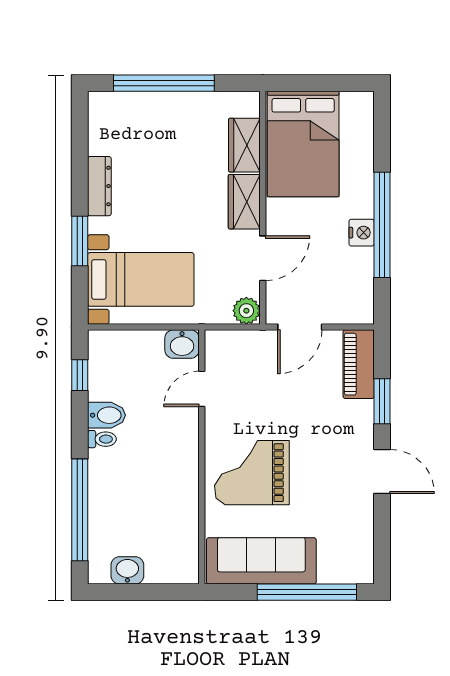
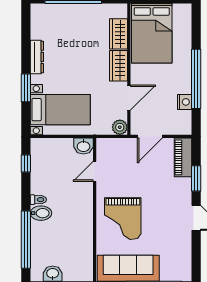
nightstand: (362, 233) -> (185, 102), moved
bidet: (107, 415) -> (41, 213), moved
grand piano: (252, 473) -> (123, 219), turned -90

